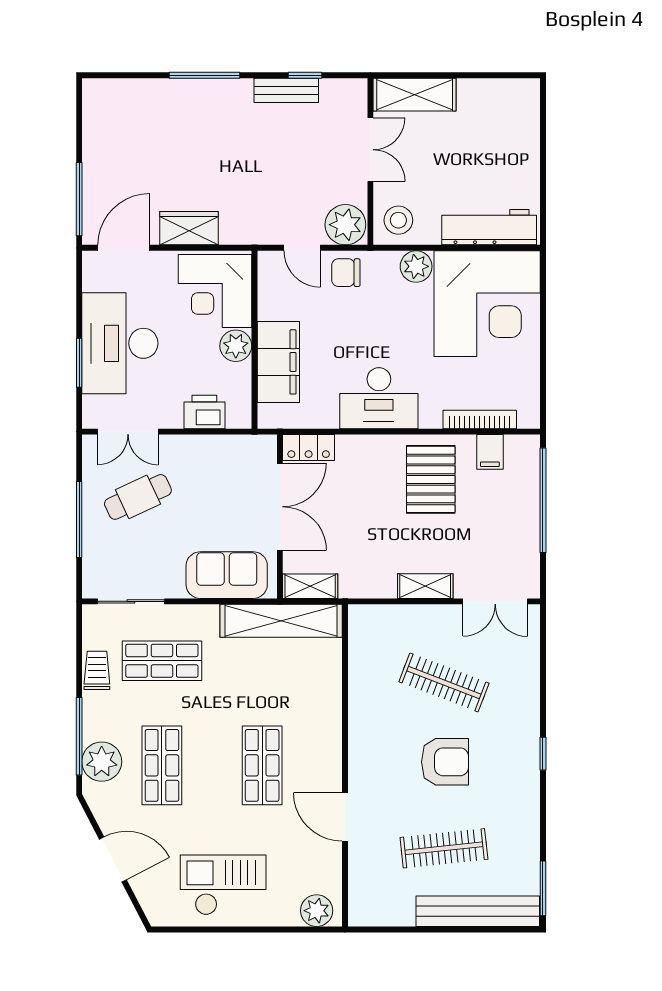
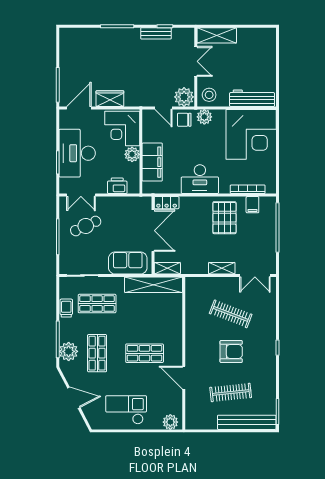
plant: (416, 266) -> (204, 117), moved
shop shelf: (262, 765) -> (145, 353), turned 90

